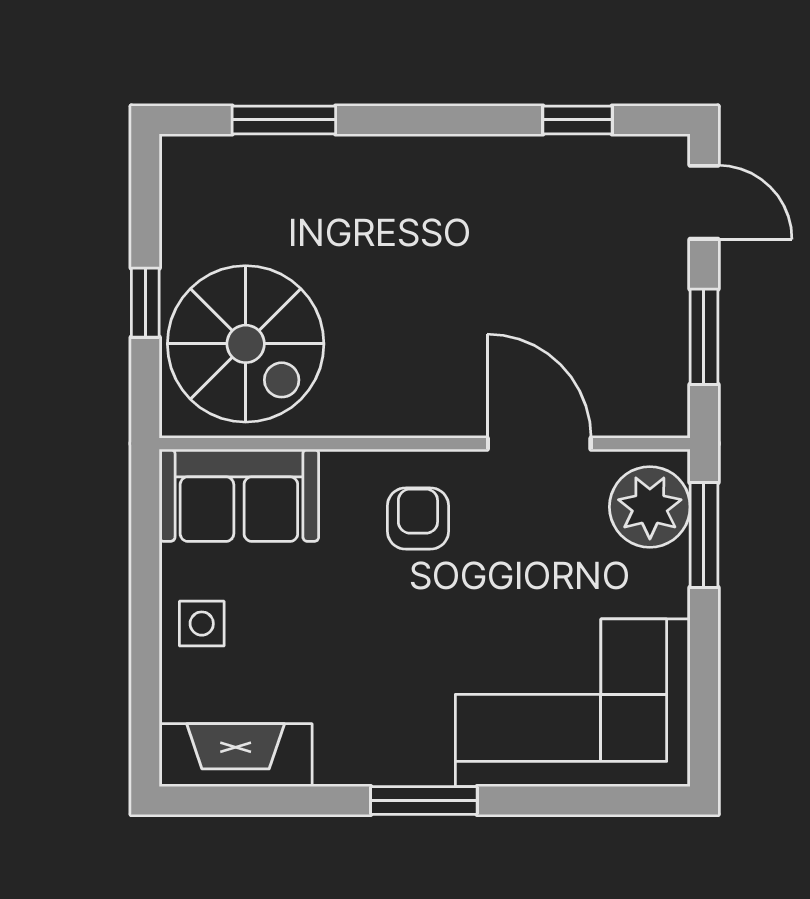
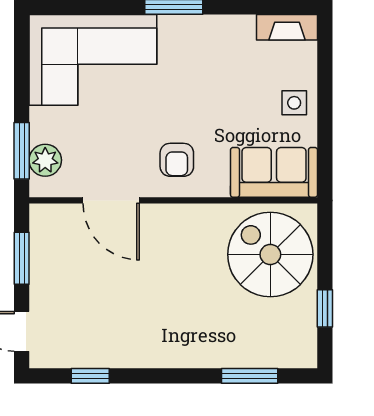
window: (145, 303) -> (325, 308), moved
plant: (650, 507) -> (45, 160), width x0.73, depth x0.73
fireplace: (236, 755) -> (287, 27), width x0.73, depth x0.76

